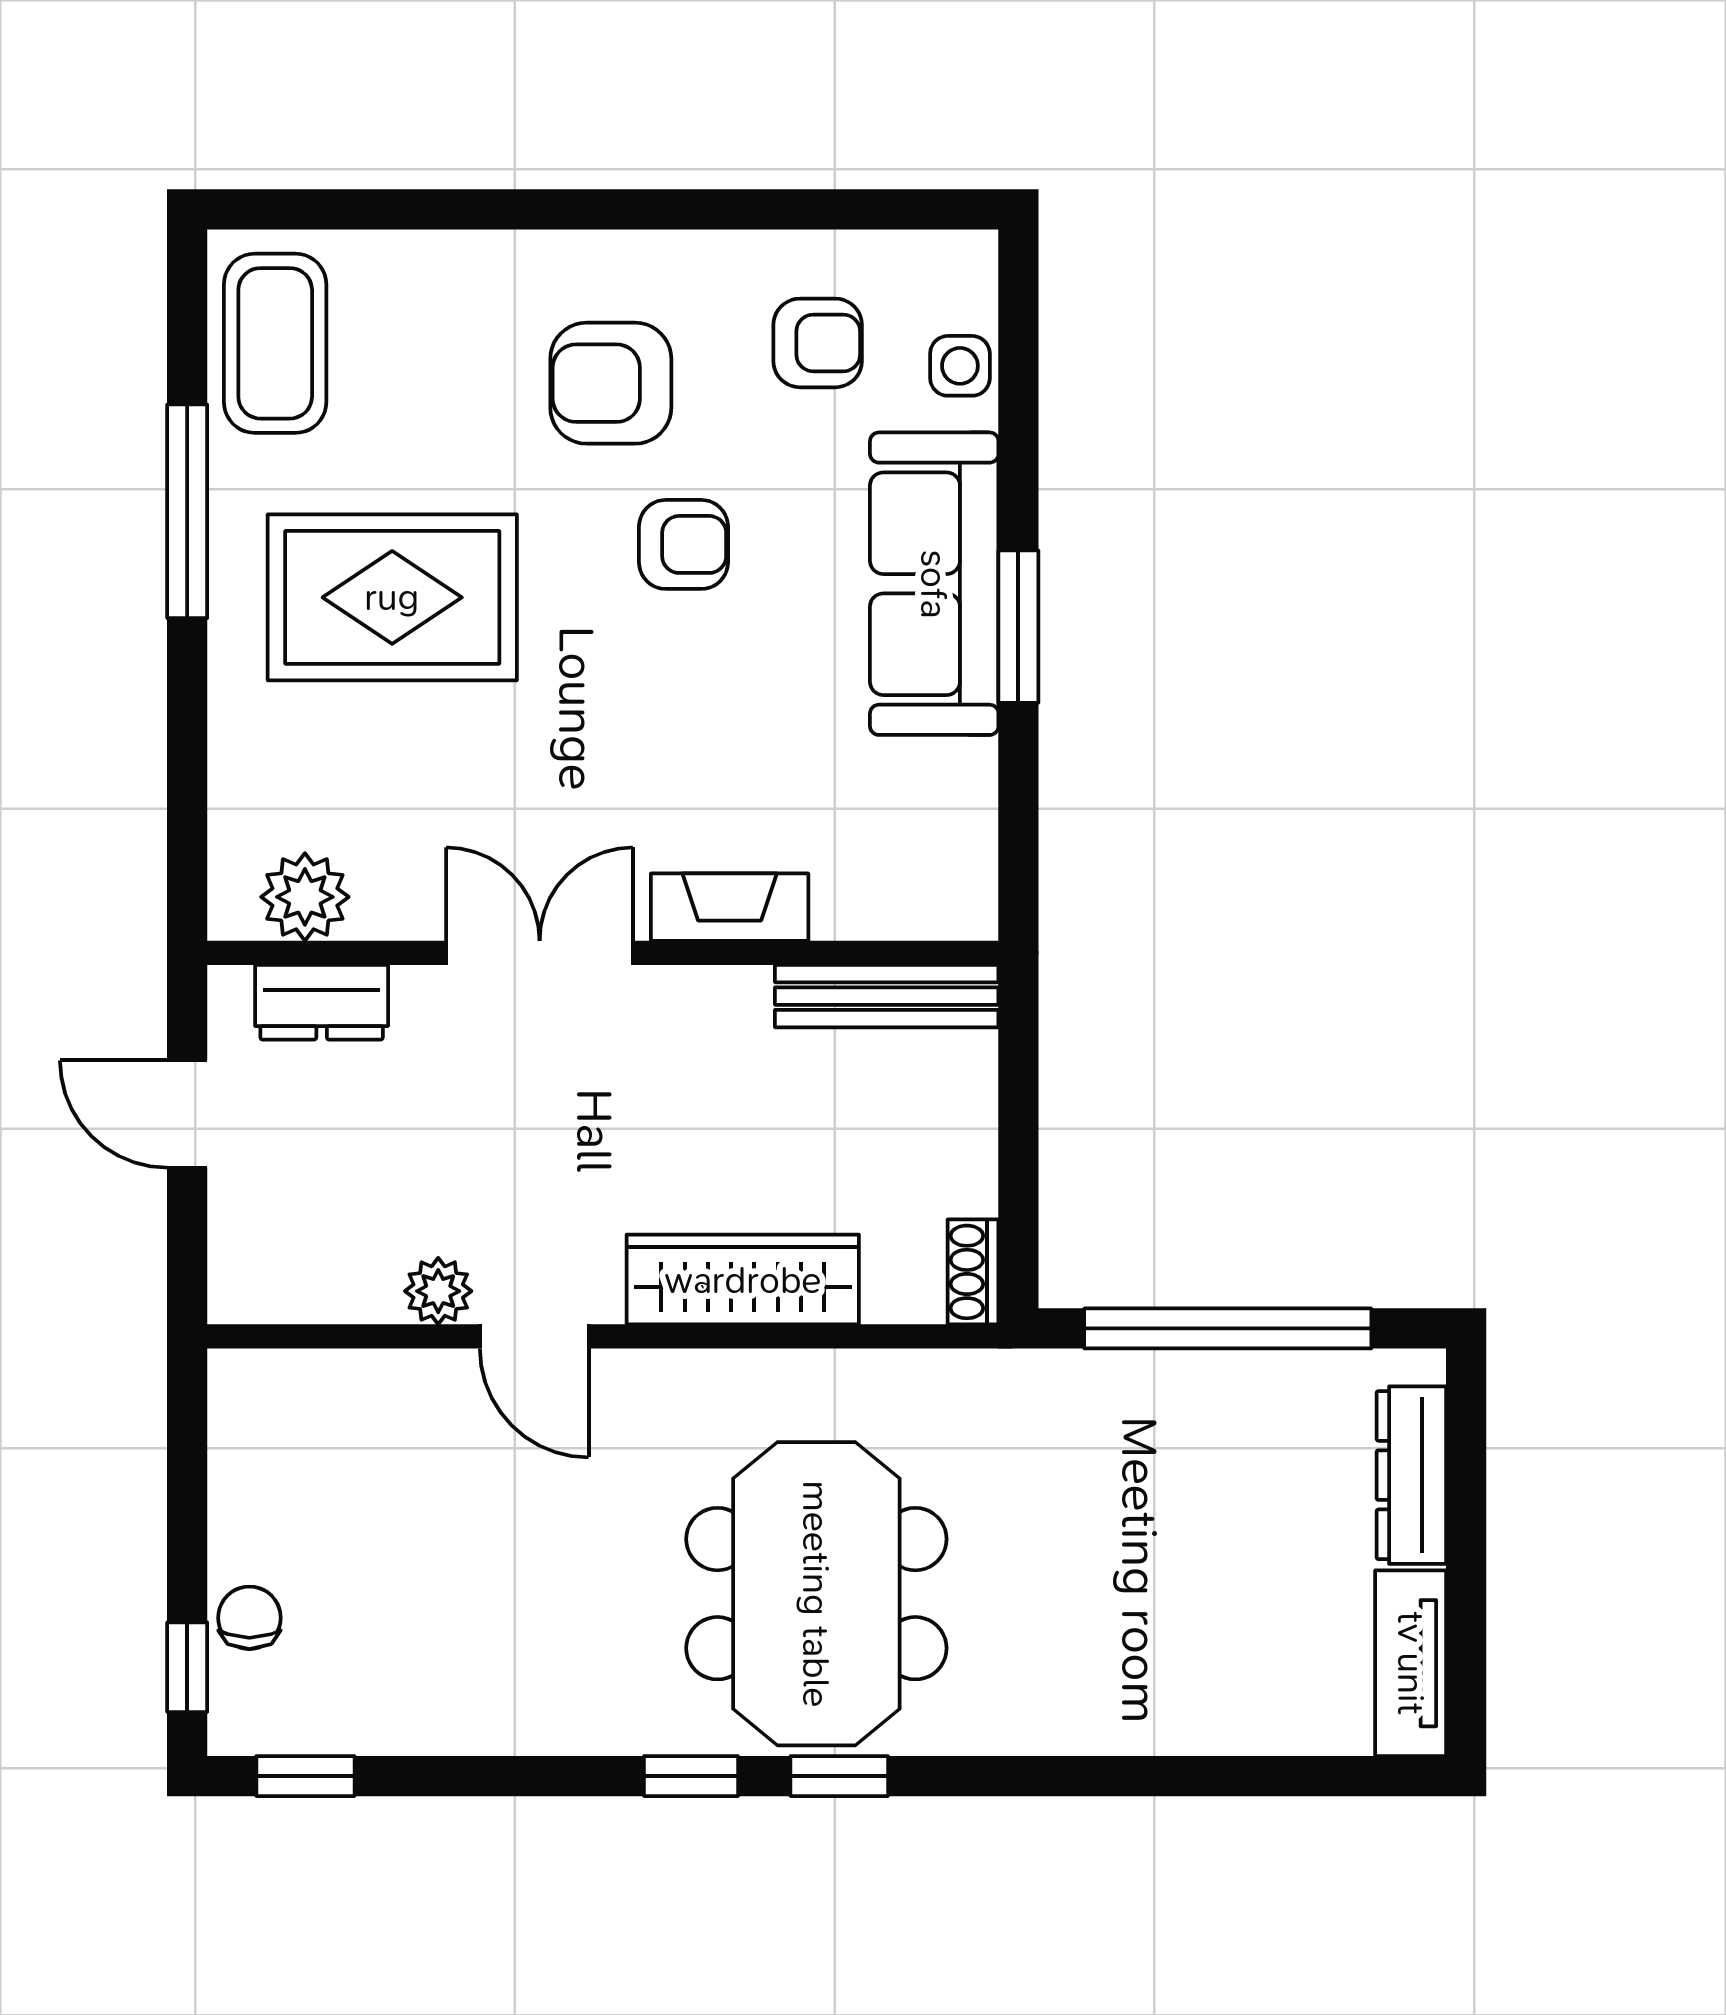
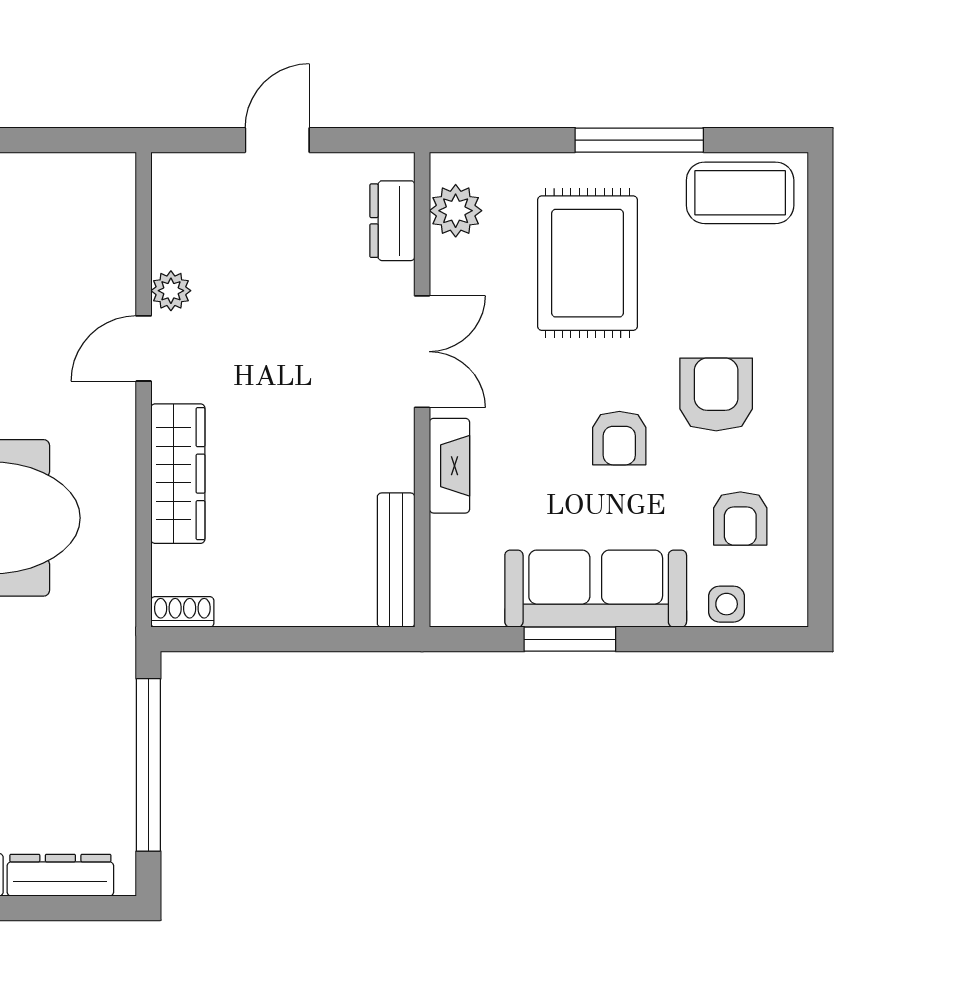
plant: (305, 897) -> (456, 211), moved
fireplace: (730, 907) -> (449, 466), moved
double door: (540, 953) -> (422, 352), moved
wall: (603, 953) -> (422, 390), moved
bench: (887, 996) -> (396, 560), moved
dresser: (322, 1002) -> (392, 221), moved

